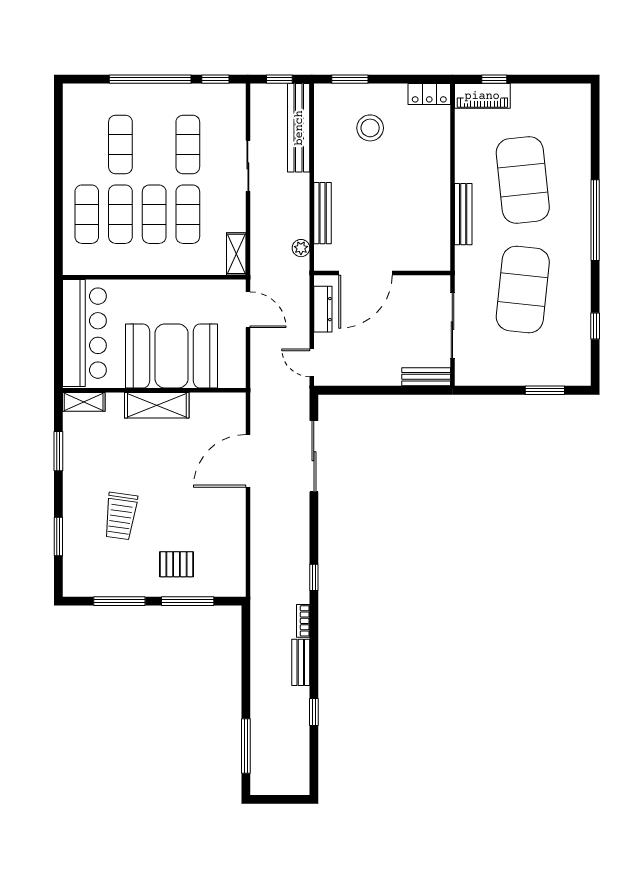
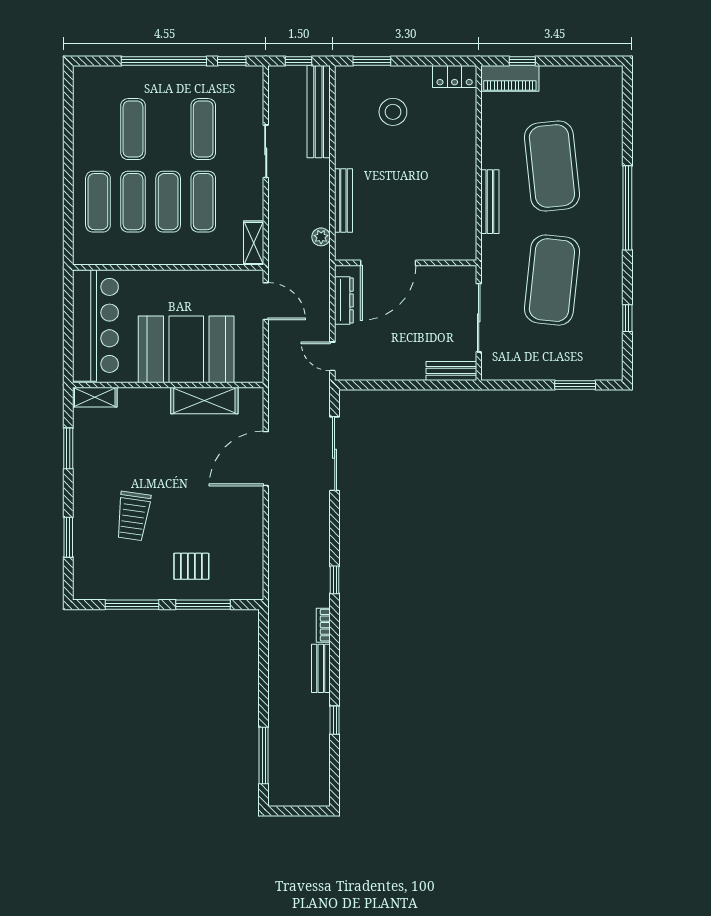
shelving: (157, 405) -> (204, 401), moved

